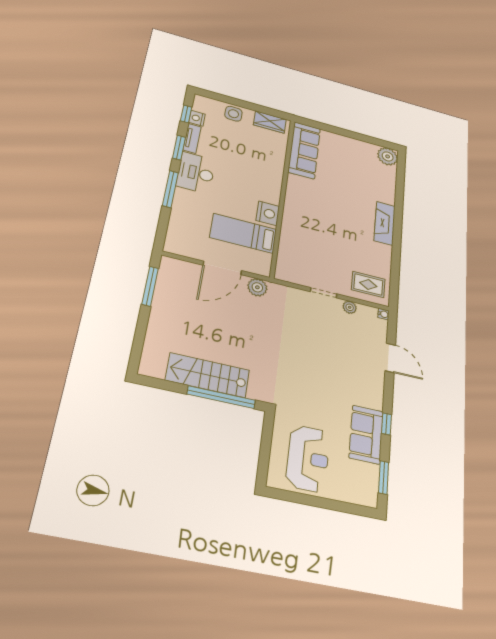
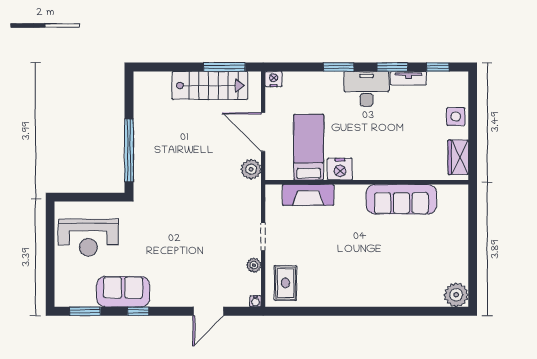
nightstand: (197, 118) -> (274, 79), moved
sofa: (304, 150) -> (401, 199), moved
window: (170, 189) -> (339, 67), width x0.69
fireplace: (385, 223) -> (308, 195), moved, turned 180
stairs: (208, 375) -> (210, 85), moved, turned 90

